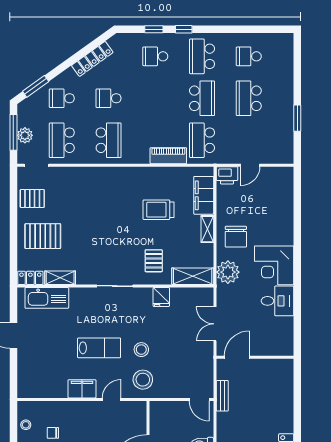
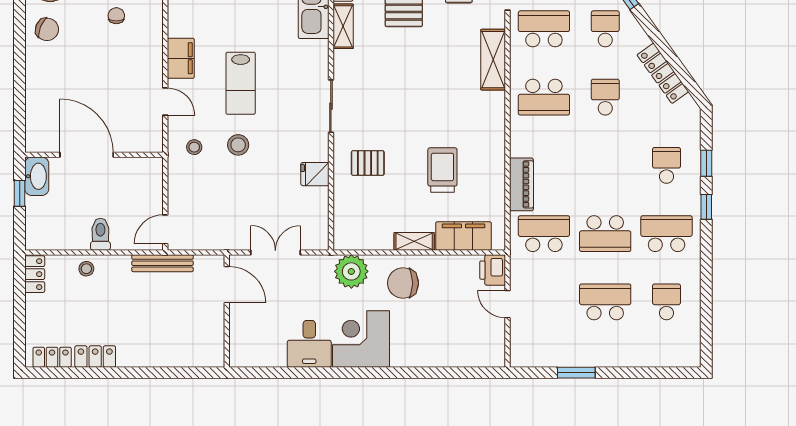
shelving: (193, 276) -> (493, 60), moved
stool: (143, 380) -> (194, 147), width x0.53, depth x0.53
bench: (222, 396) -> (162, 263), width x1.36

